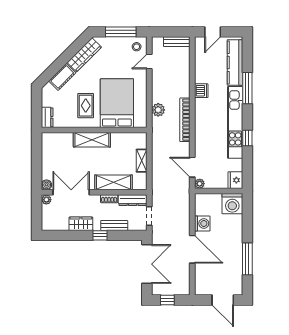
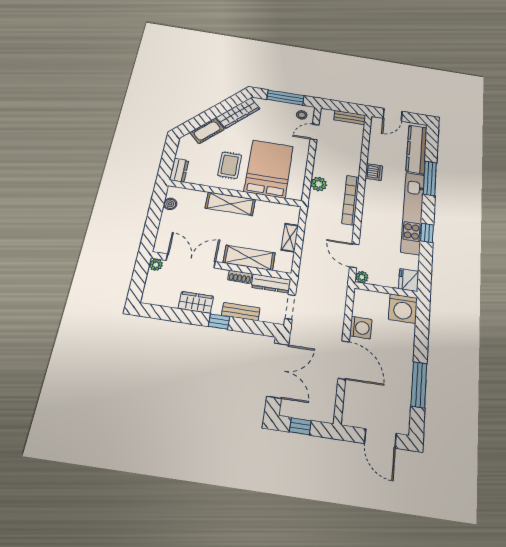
boiler: (46, 185) -> (170, 204), moved

